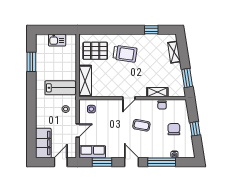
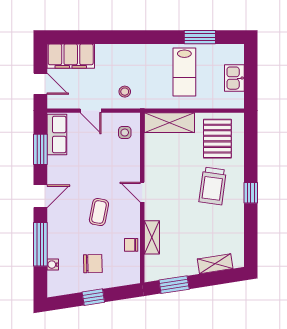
window: (151, 30) -> (251, 193), moved
lab bench: (60, 88) -> (184, 72), moved

